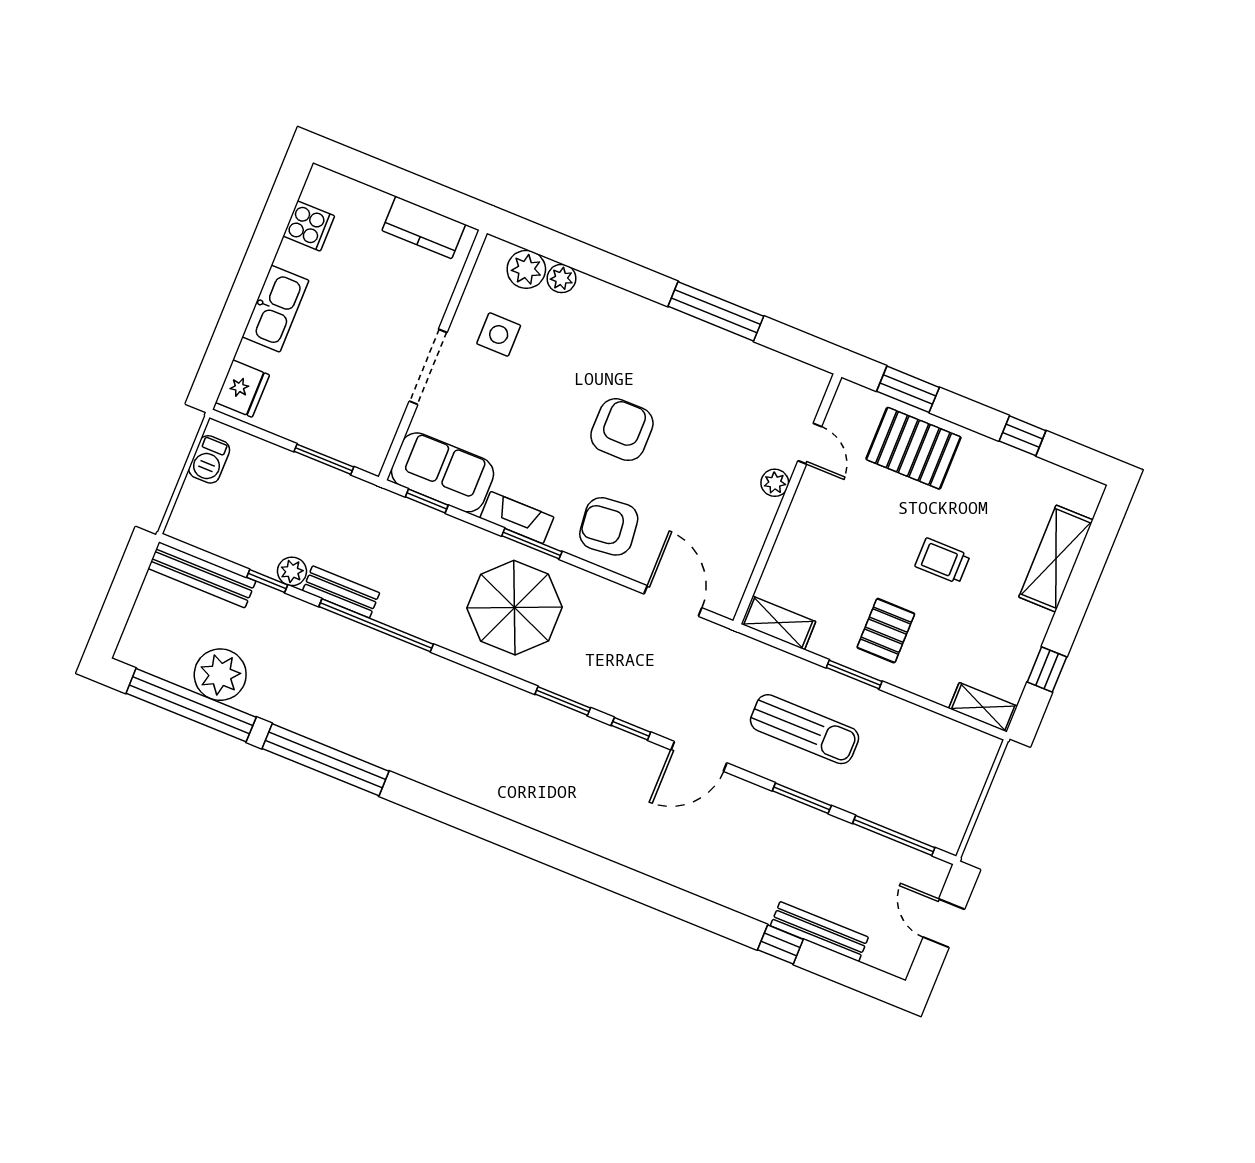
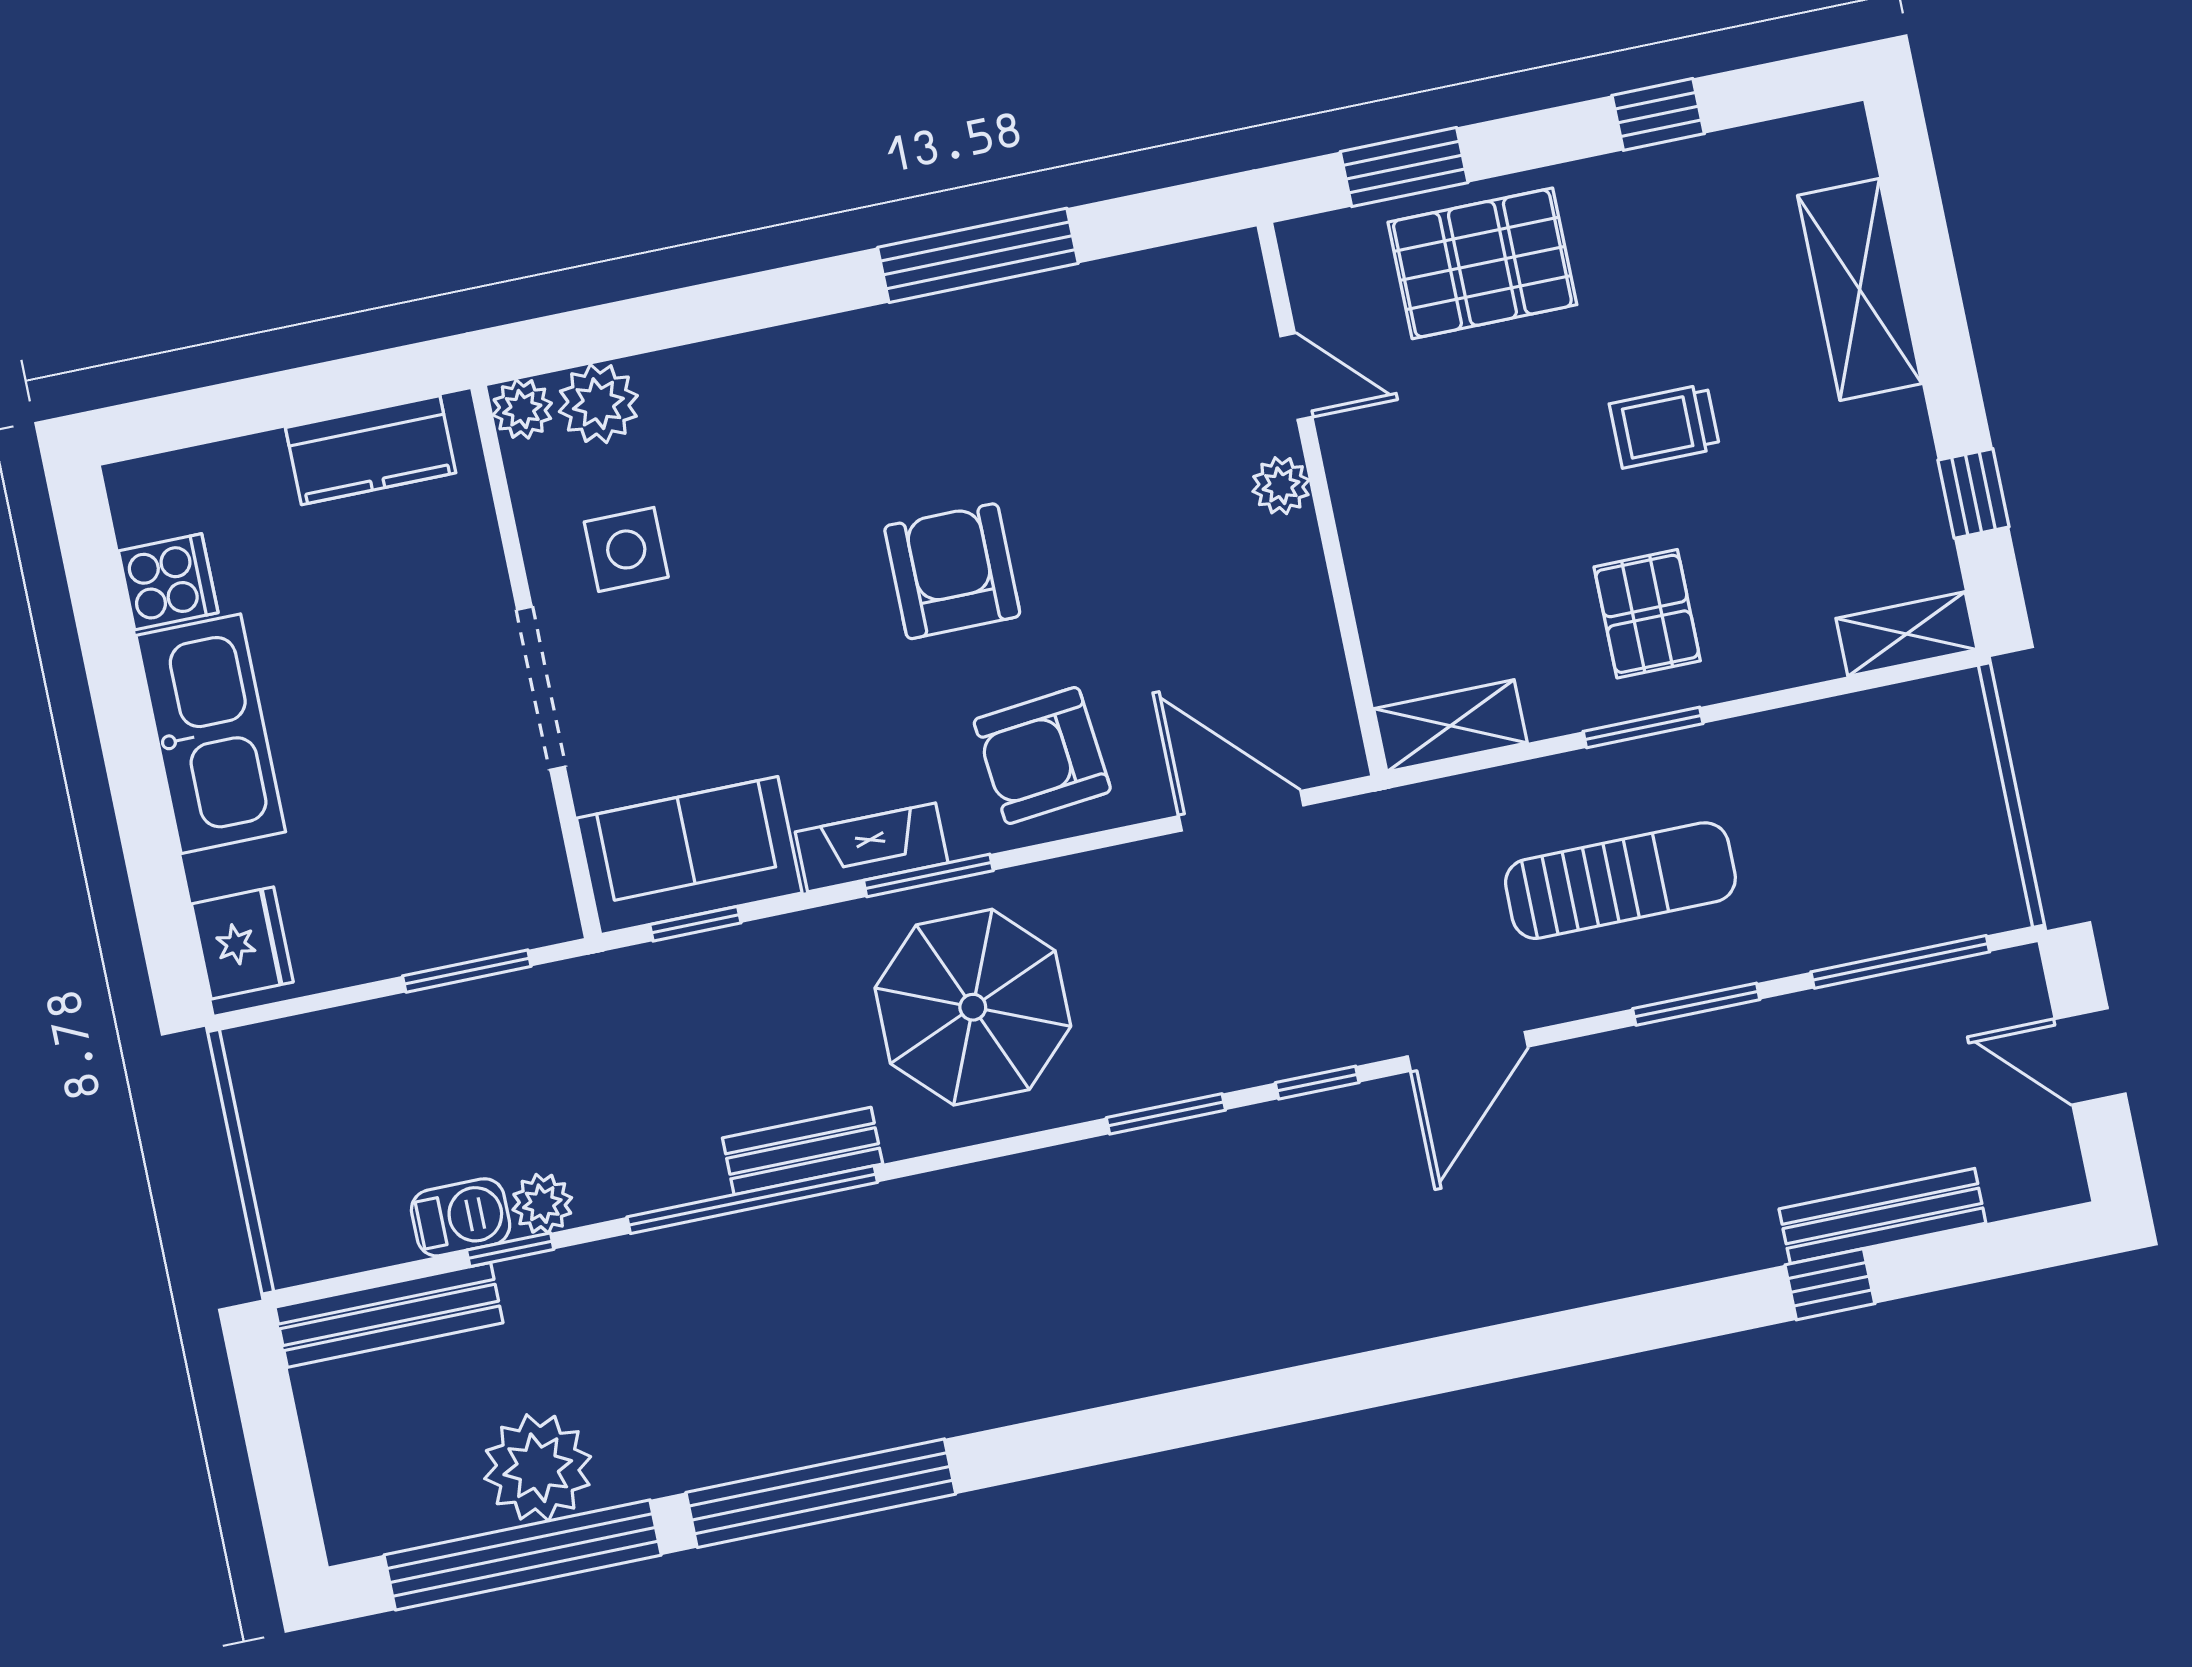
plant: (561, 278) -> (522, 409), moved
kitchen sink: (275, 309) -> (211, 734), width x1.36, depth x1.24
barbecue: (209, 459) -> (461, 1217), moved, turned -90
bench: (341, 592) -> (803, 1151), moved

